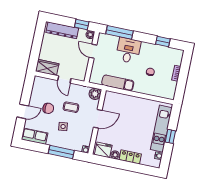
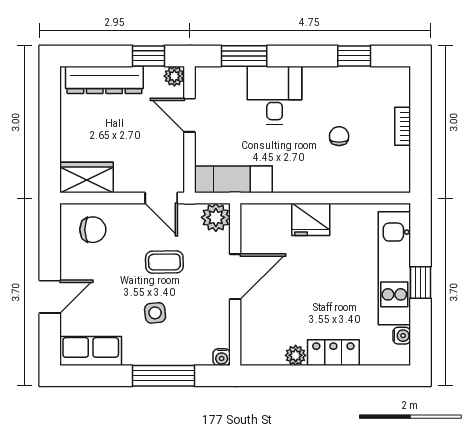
window: (119, 32) -> (244, 56), width x0.69
door: (64, 79) -> (161, 198), moved
exam couch: (118, 83) -> (233, 179), moved
chair: (48, 108) -> (93, 230), moved
fridge: (103, 150) -> (311, 219), moved, turned 180

